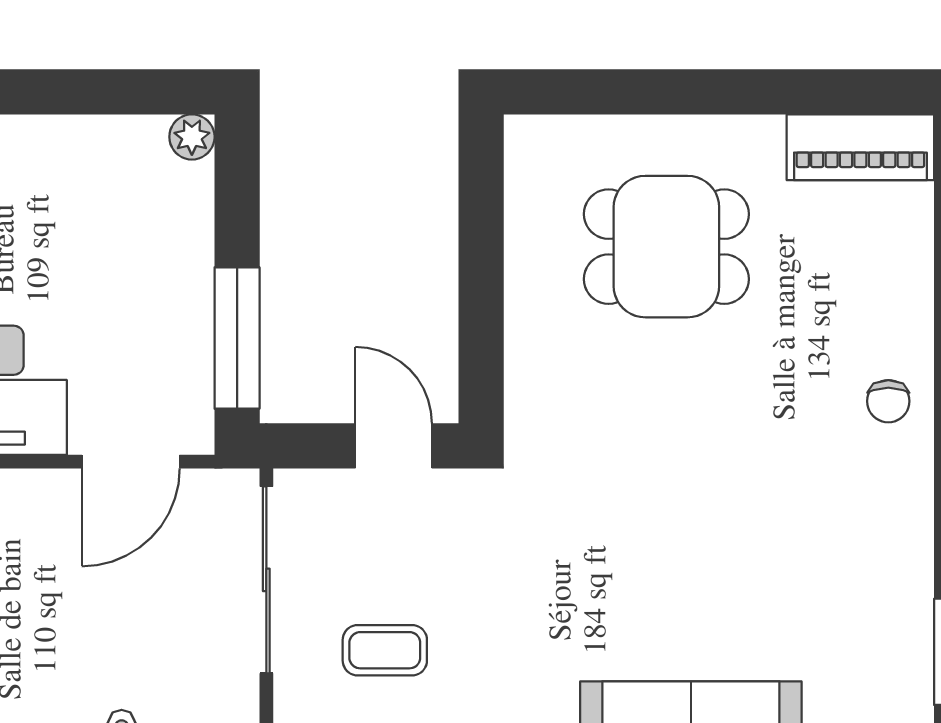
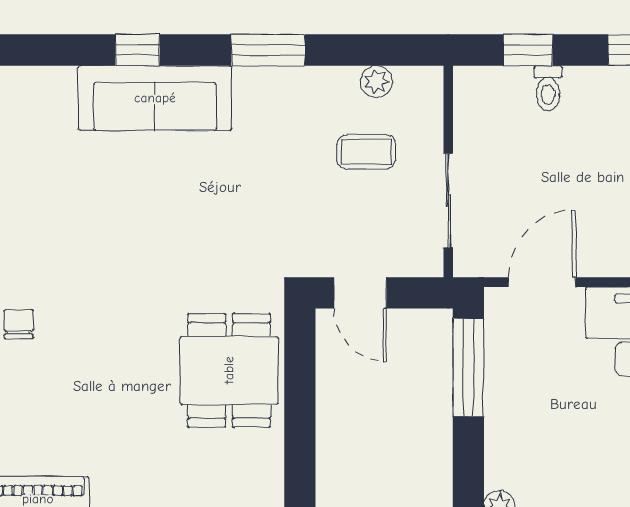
dining table: (666, 247) -> (229, 370), moved, turned 90
sliding door: (266, 580) -> (448, 201), width x0.73

